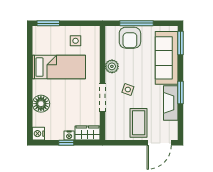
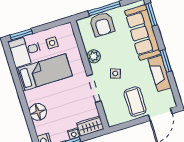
desk: (47, 40) -> (25, 51), added

